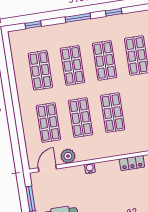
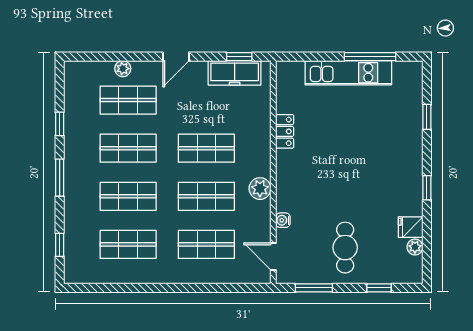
plant: (68, 156) -> (260, 189), moved
water cooler: (90, 168) -> (283, 220), moved

